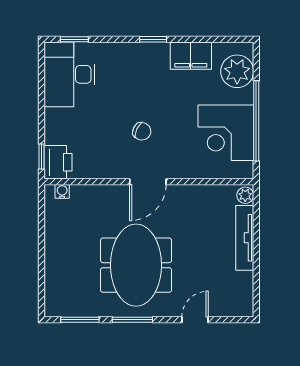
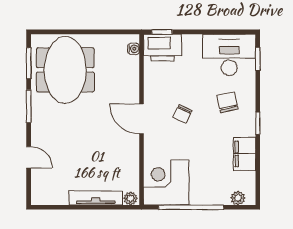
plant: (237, 71) -> (238, 198), width x0.53, depth x0.53
chair: (128, 76) -> (227, 102), added
corner desk: (226, 133) -> (166, 183), moved
printer: (58, 162) -> (163, 48), width x1.37, depth x1.19
meeting table: (136, 265) -> (65, 70), moved, turned 90

